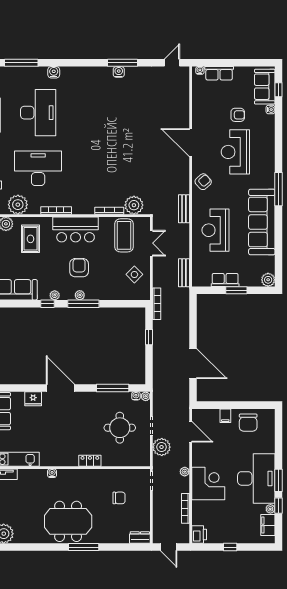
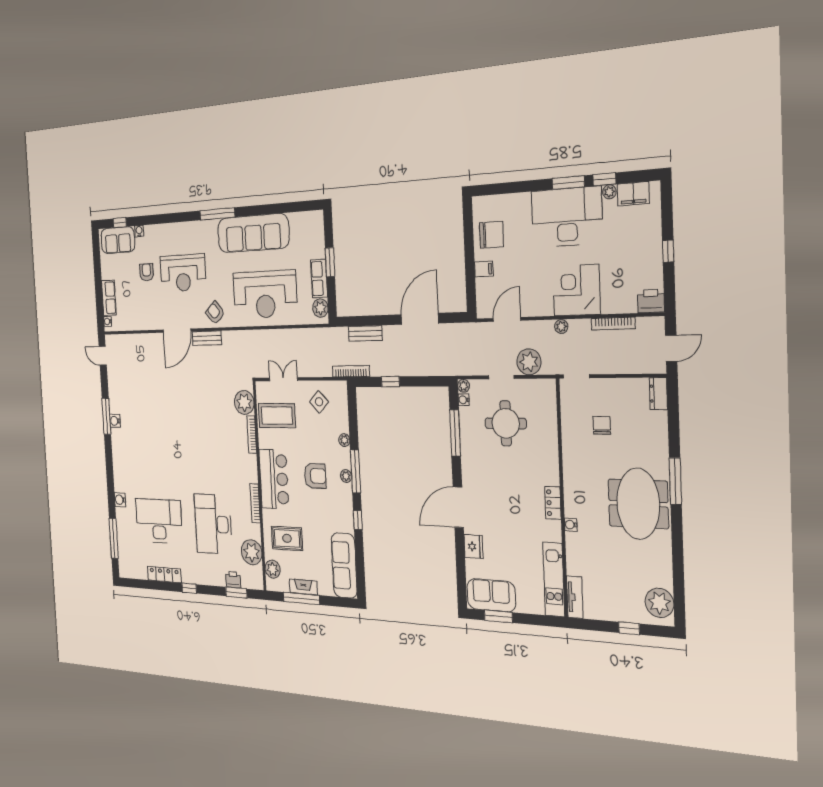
bench: (184, 209) -> (207, 338), moved
reception desk: (216, 230) -> (265, 294), width x1.36, depth x1.30
armchair: (79, 268) -> (315, 476), turned 180
bench: (184, 273) -> (365, 333), moved
plant: (268, 280) -> (320, 308), moved
plant: (55, 295) -> (344, 440), moved
locker: (90, 461) -> (553, 503), moved

